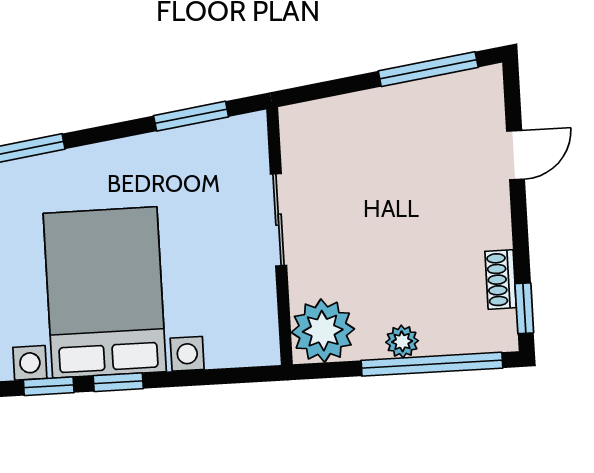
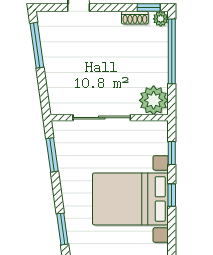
sliding door: (279, 220) -> (102, 118), width x1.37
plant: (402, 341) -> (161, 19), moved
window: (49, 386) -> (172, 153), moved

